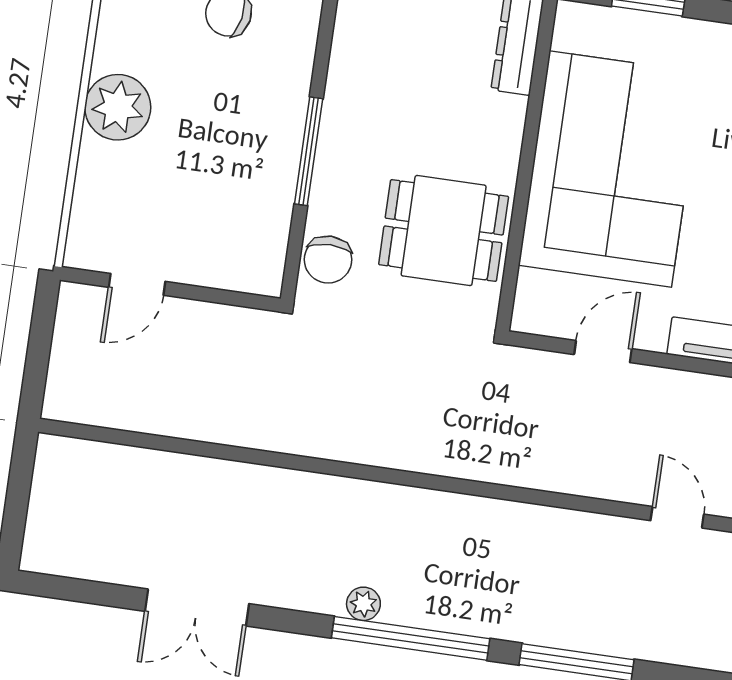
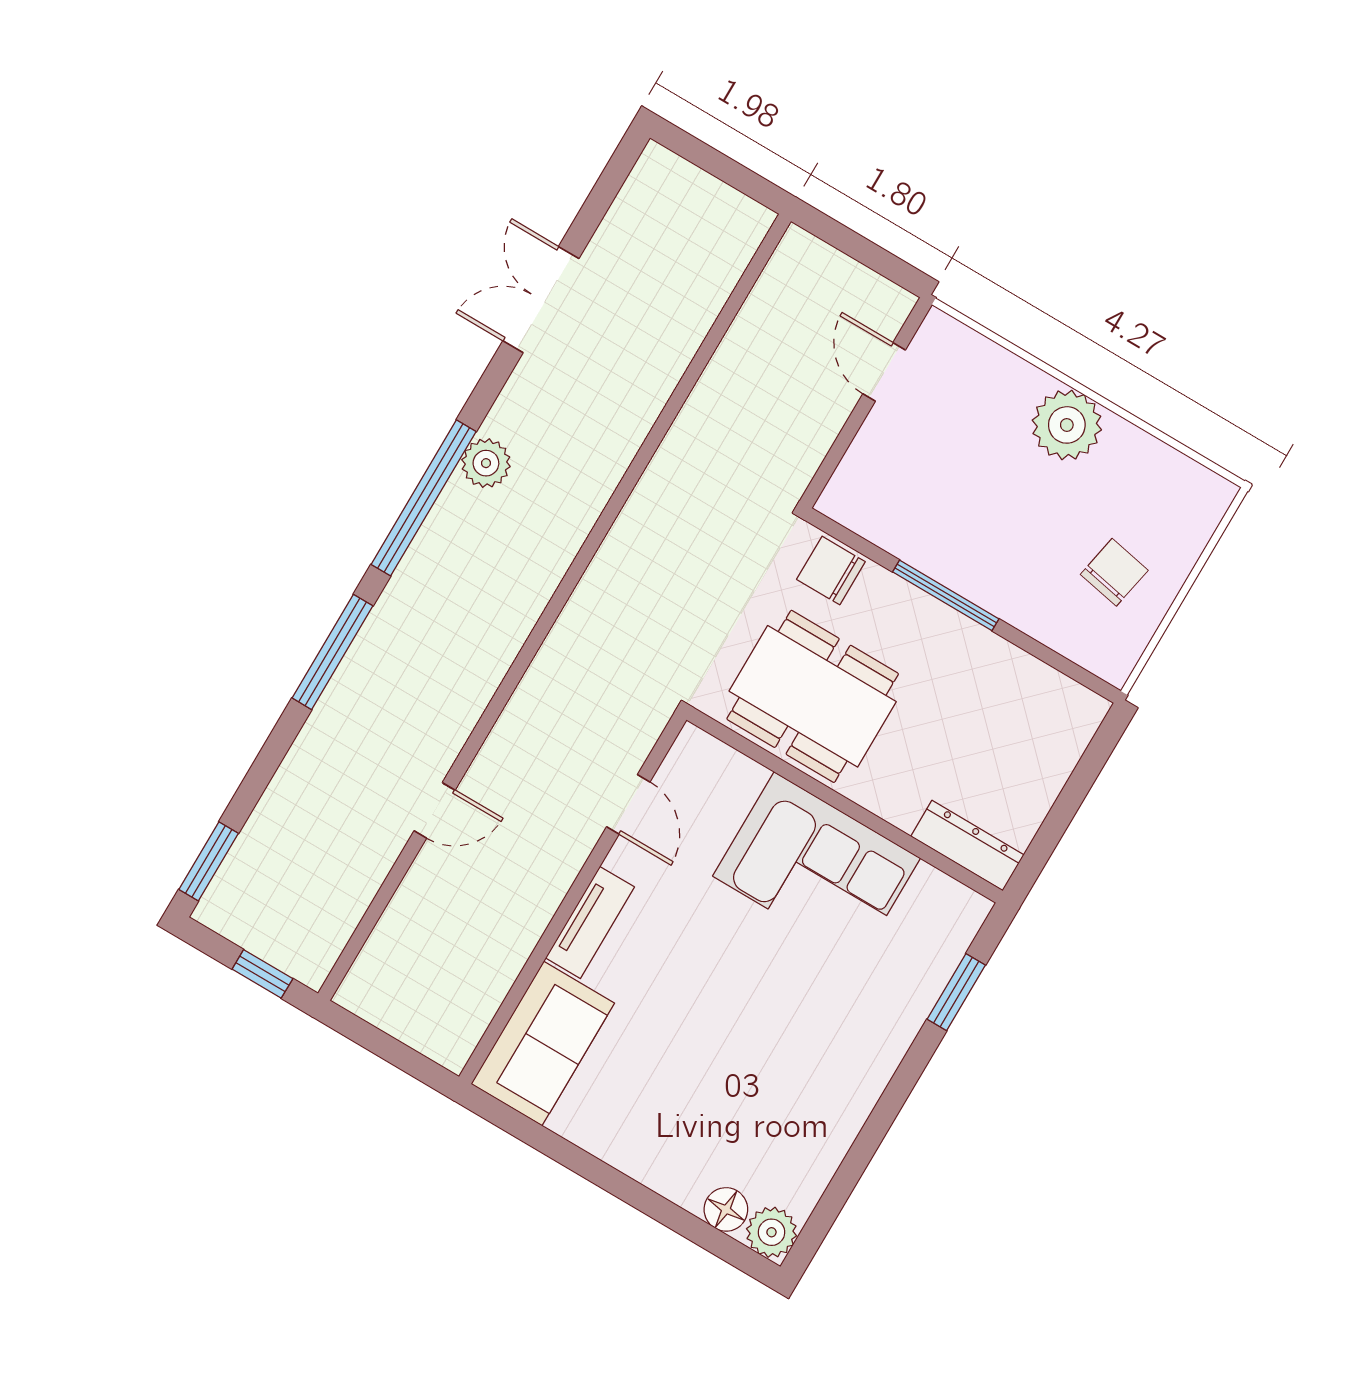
corner sofa: (610, 169) -> (817, 867), width x0.73, depth x0.74
dining table: (444, 230) -> (813, 696), width x1.38
plant: (363, 604) -> (486, 463), width x1.38, depth x1.38

